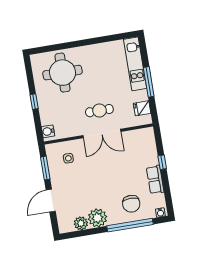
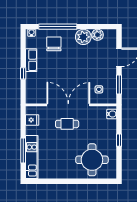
window: (149, 82) -> (23, 151), moved
double door: (102, 133) -> (68, 105), width x1.36

